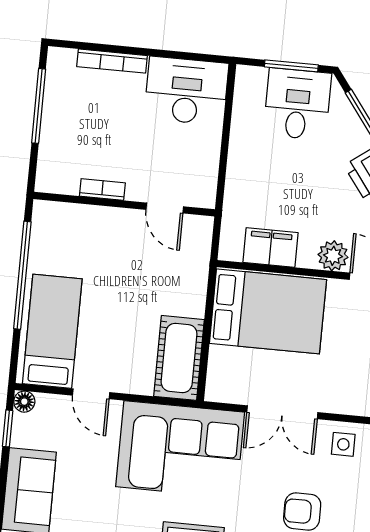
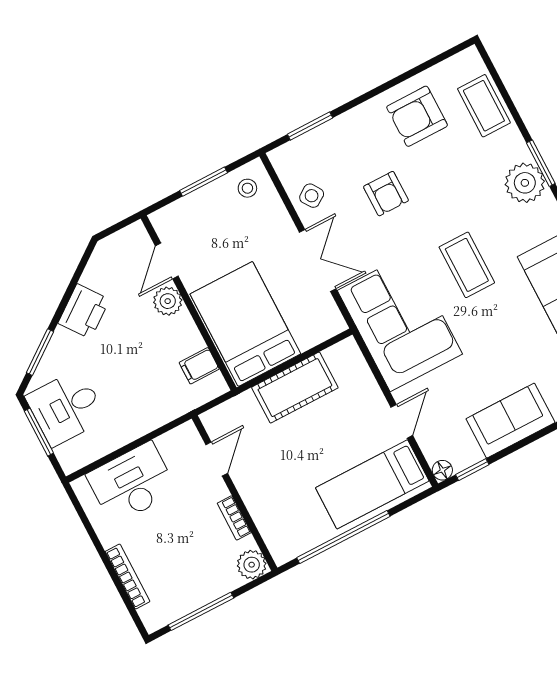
desk: (186, 91) -> (132, 483), moved, turned 90
plant: (51, 178) -> (252, 565), added
filing cabinet: (270, 248) -> (199, 366), width x0.50
cot: (179, 358) -> (295, 388), moved
side table: (343, 444) -> (312, 196), turned -34

